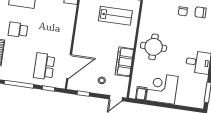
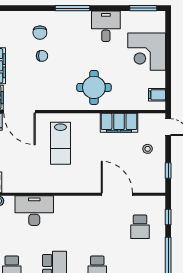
lab bench: (115, 16) -> (60, 143), turned 180
school desk: (44, 66) -> (140, 227), width x0.54
door: (69, 67) -> (117, 194), moved
corner desk: (162, 88) -> (147, 52), moved

